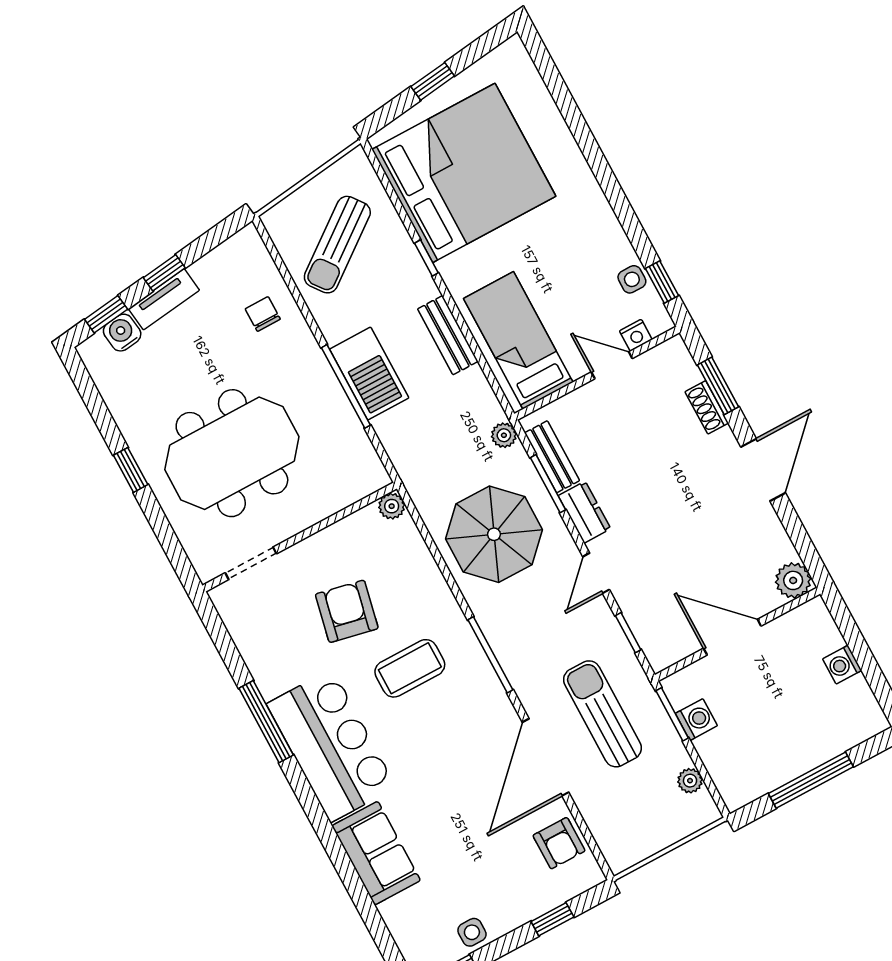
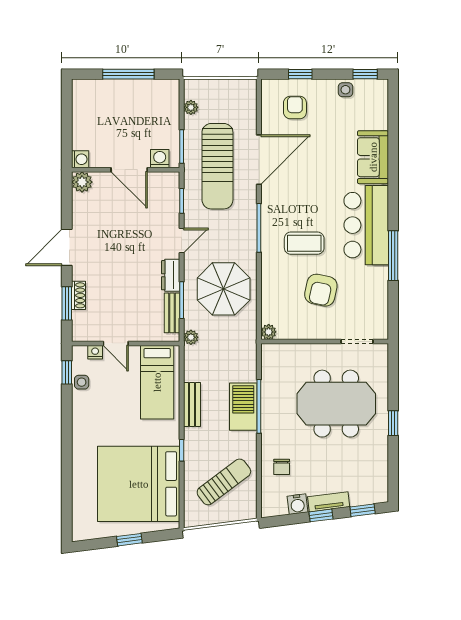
water cooler: (122, 333) -> (297, 504), moved
washing machine: (842, 665) -> (80, 159), moved
sun lounger: (602, 714) -> (217, 166), width x1.36, depth x1.34
washing machine: (696, 720) -> (160, 159), moved, turned 90
armchair: (559, 843) -> (295, 107), moved

